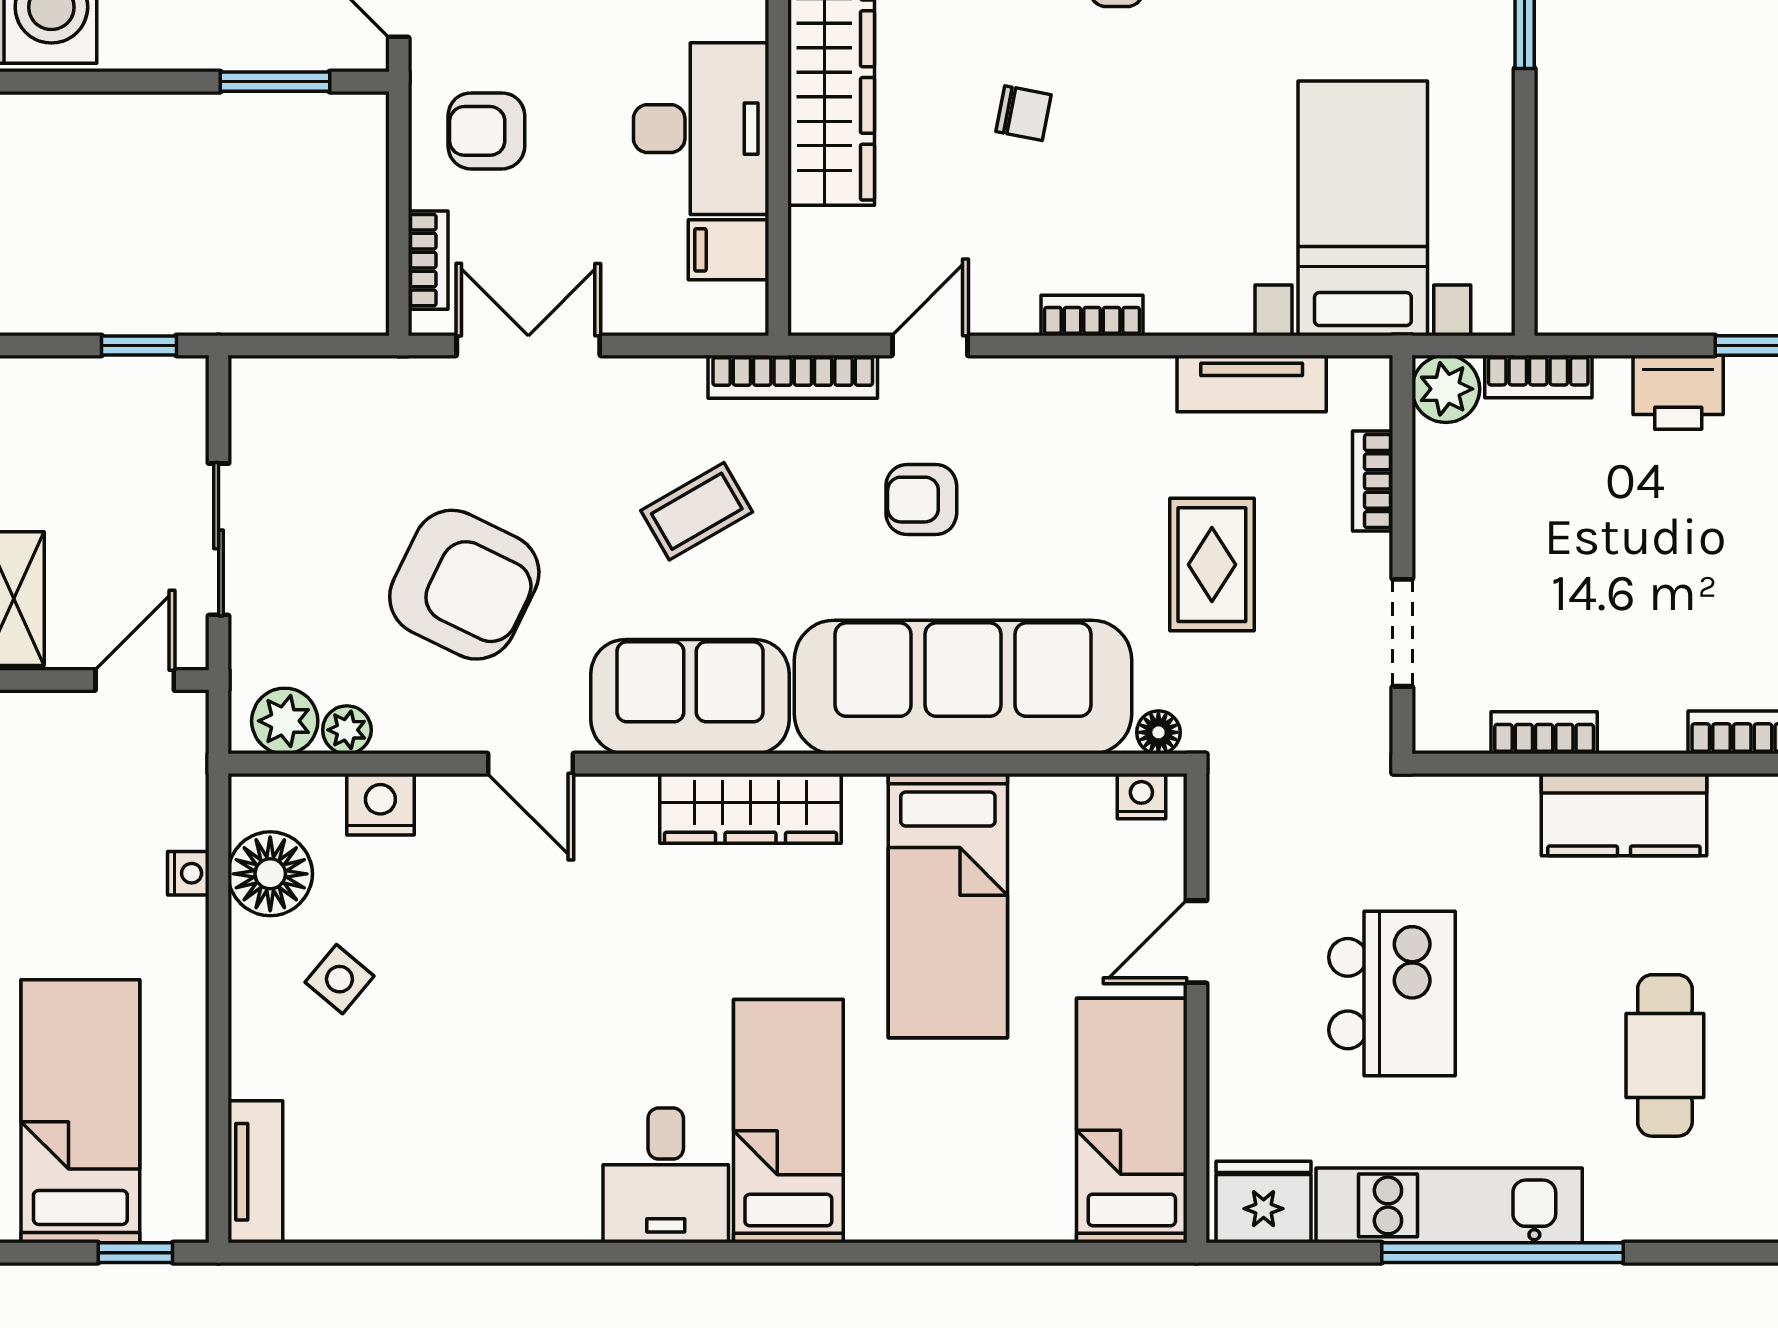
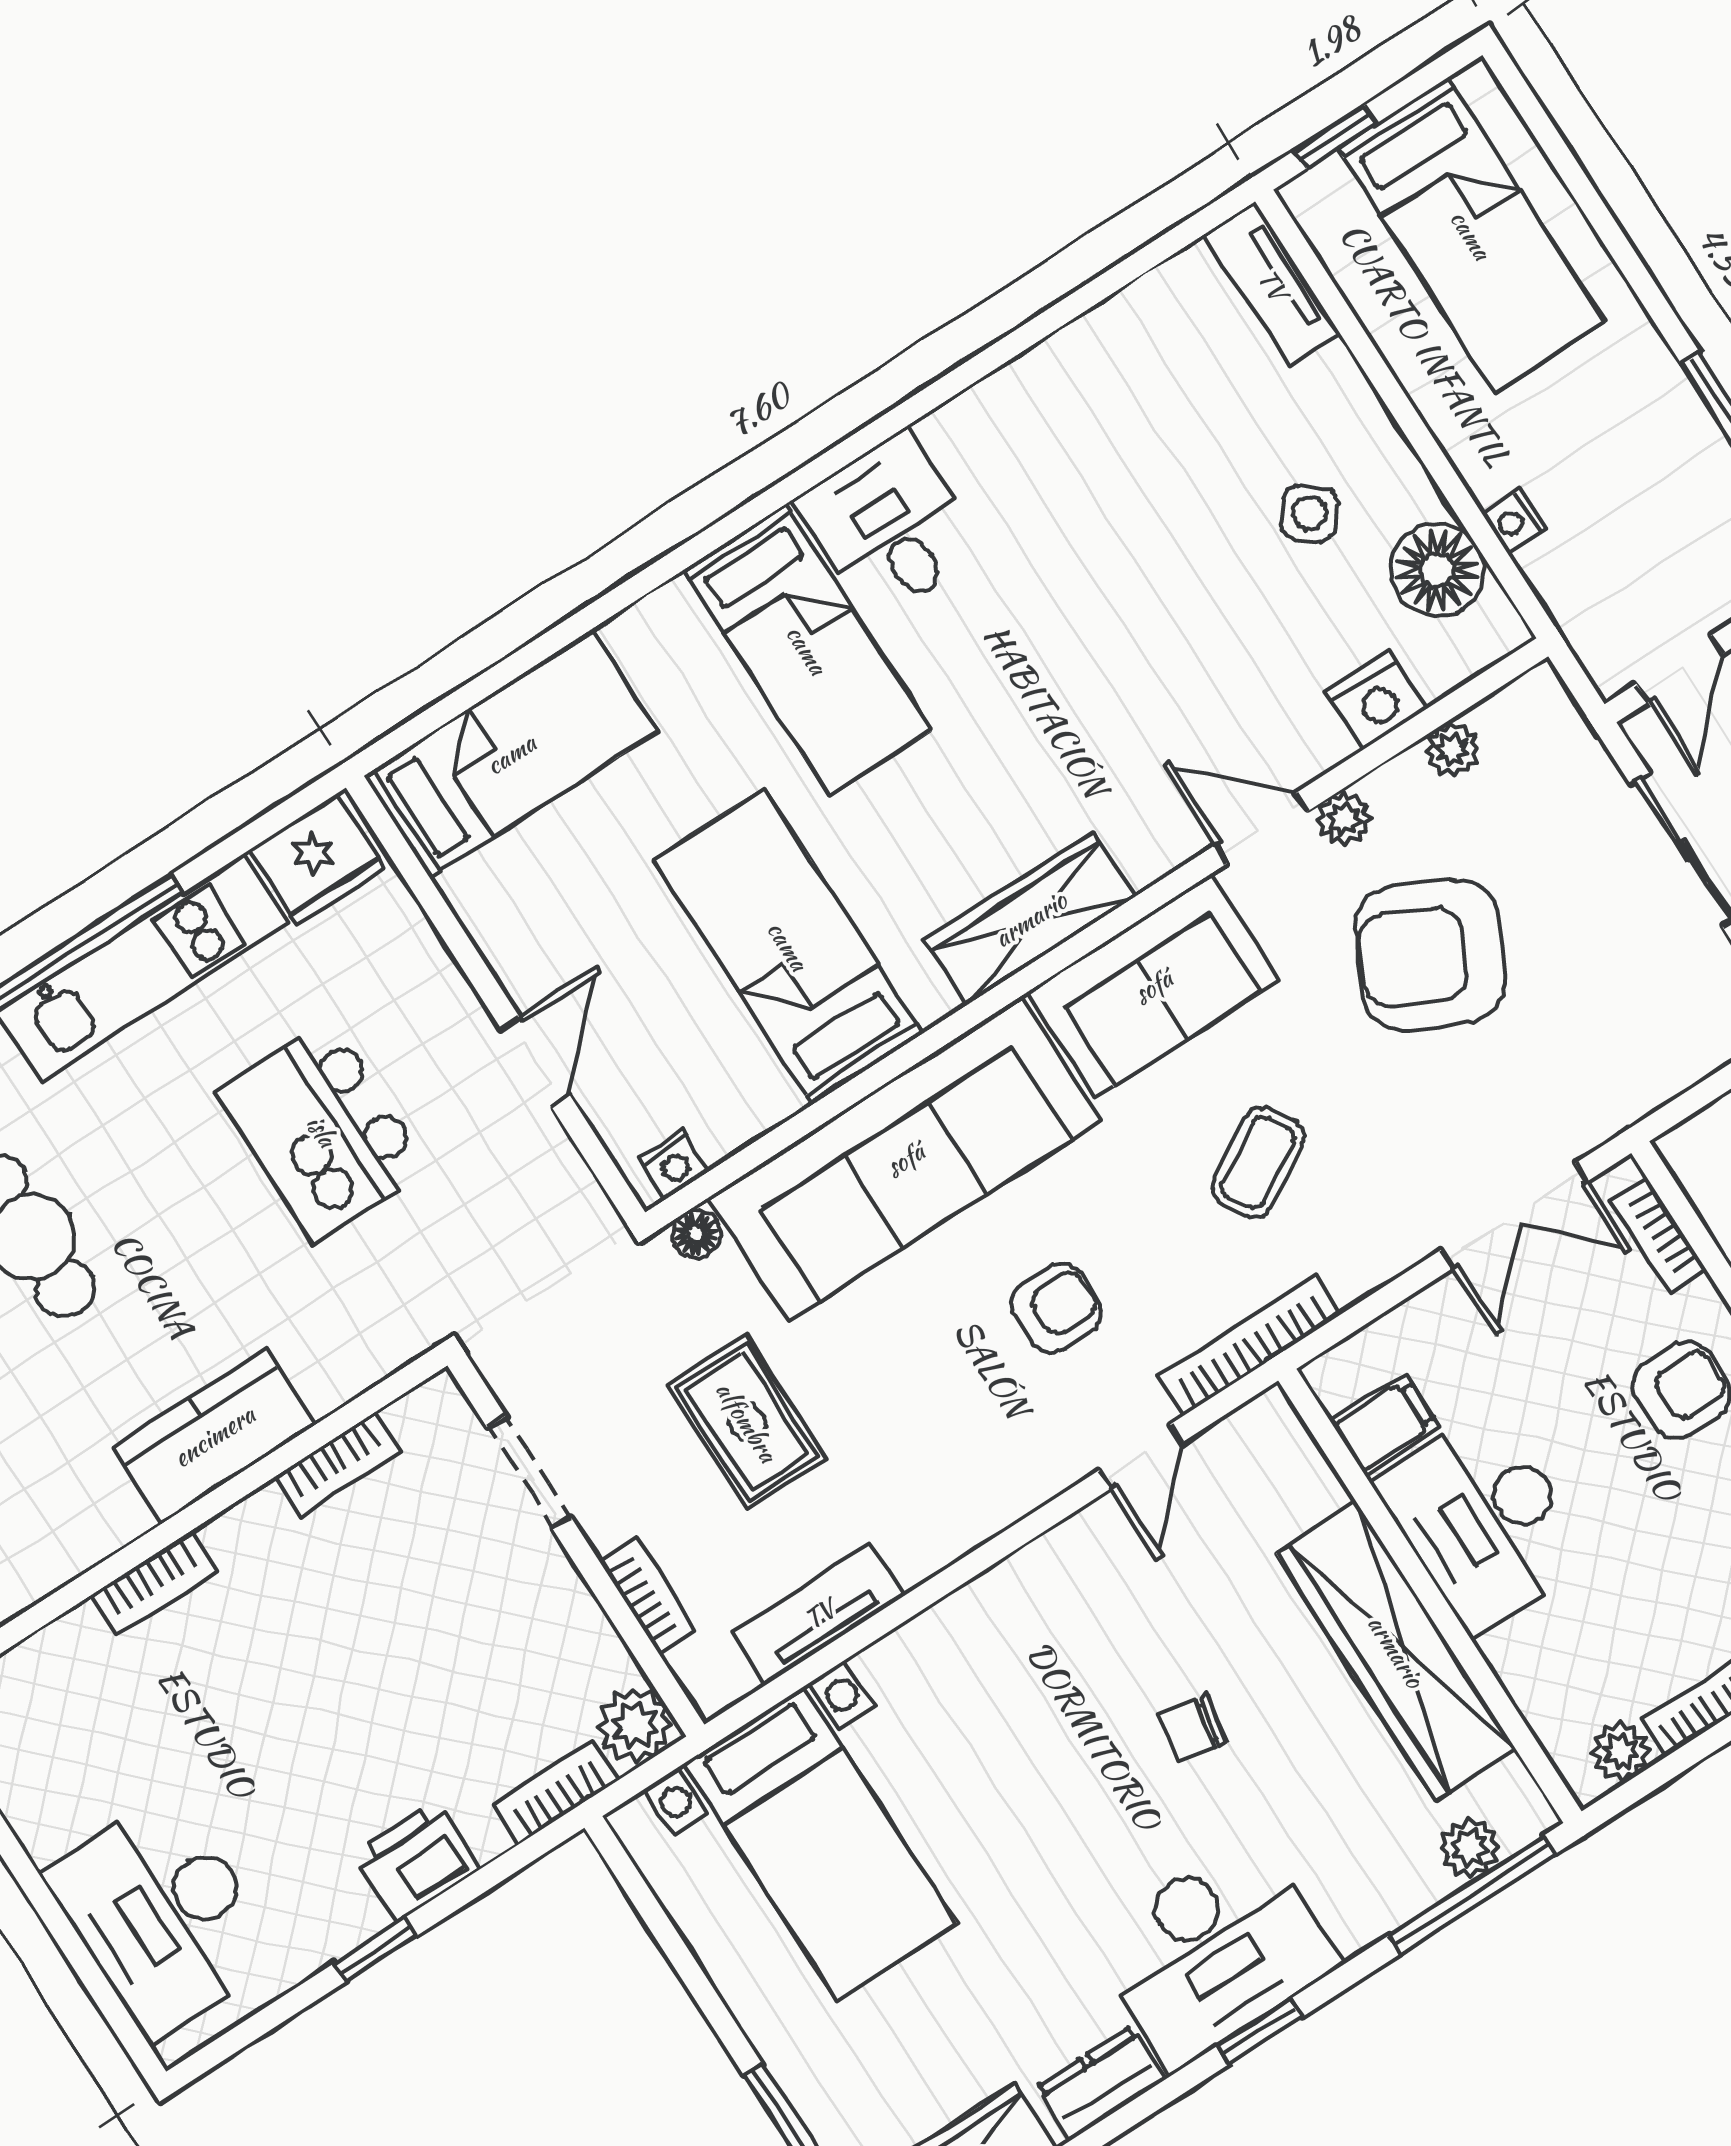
bookcase: (1092, 315) -> (1008, 1581), removed
plant: (285, 721) -> (1344, 819), moved, width x0.73, depth x0.73
bed: (1132, 1121) -> (511, 754), moved, turned -90

